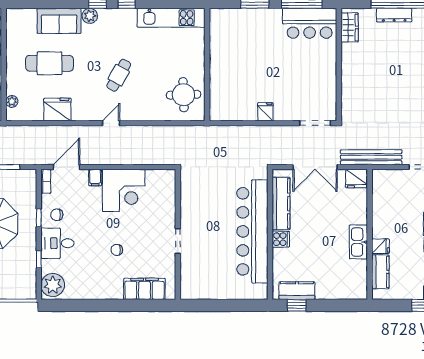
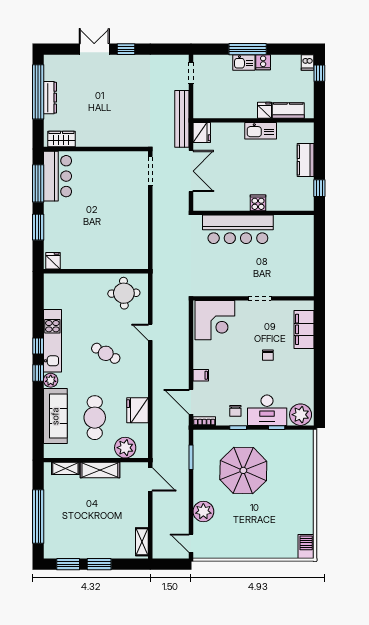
kitchen unit: (171, 18) -> (52, 341), moved
sofa: (59, 21) -> (55, 416), width x1.36
plant: (12, 101) -> (125, 448), width x1.88, depth x1.88
fridge: (265, 112) -> (53, 261), moved, turned 90
door: (111, 123) -> (150, 332), moved
corner desk: (124, 190) -> (215, 320), moved, turned 90
kitchen counter: (281, 204) -> (225, 203), removed
bar counter: (252, 231) -> (238, 229), width x0.73
desk: (57, 243) -> (267, 410), width x1.37
kitchen counter: (297, 291) -> (306, 160), moved

